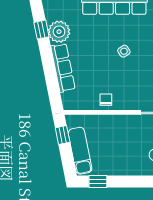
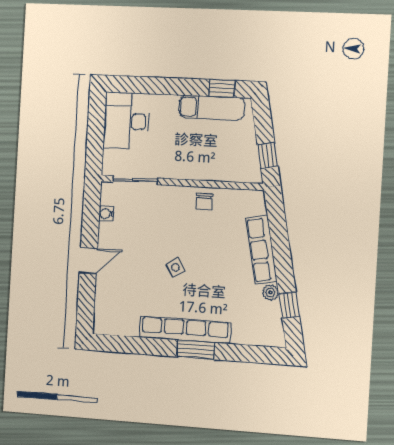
plant: (59, 32) -> (270, 292), width x0.53, depth x0.53
exam couch: (80, 151) -> (212, 108), moved, turned -79

